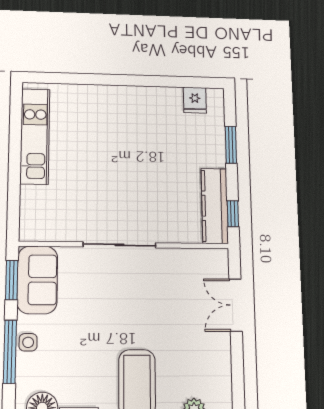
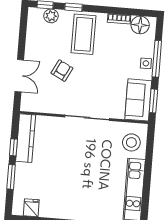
stool: (44, 210) -> (131, 142), added
window: (233, 214) -> (13, 147), moved
armchair: (167, 319) -> (62, 71), added

